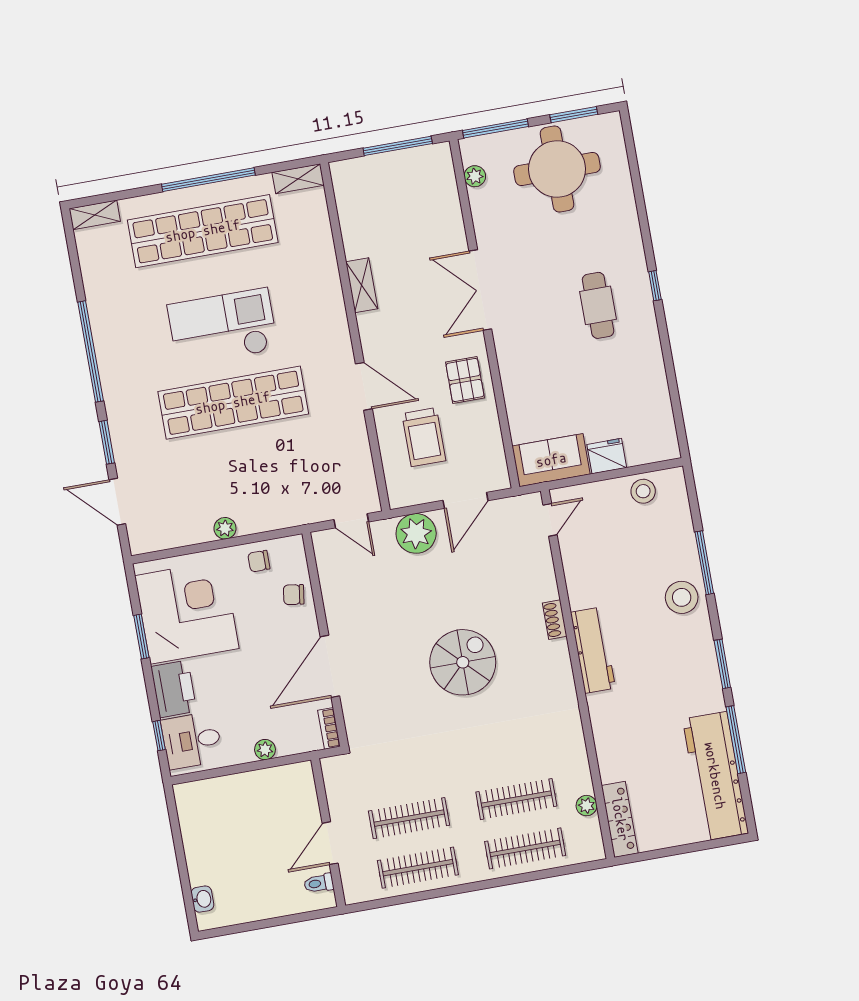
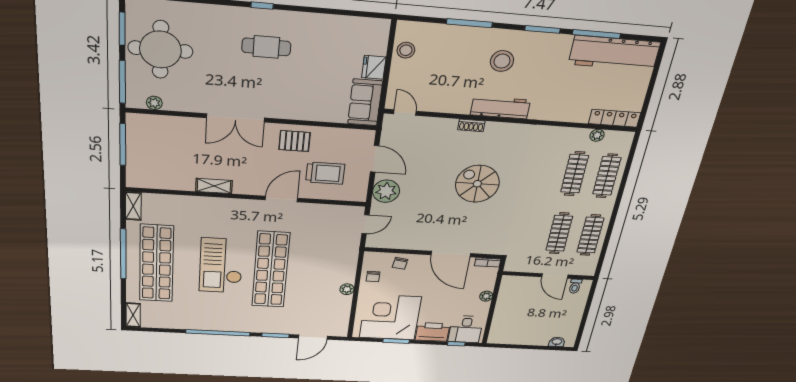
stool: (682, 597) -> (502, 61), moved

